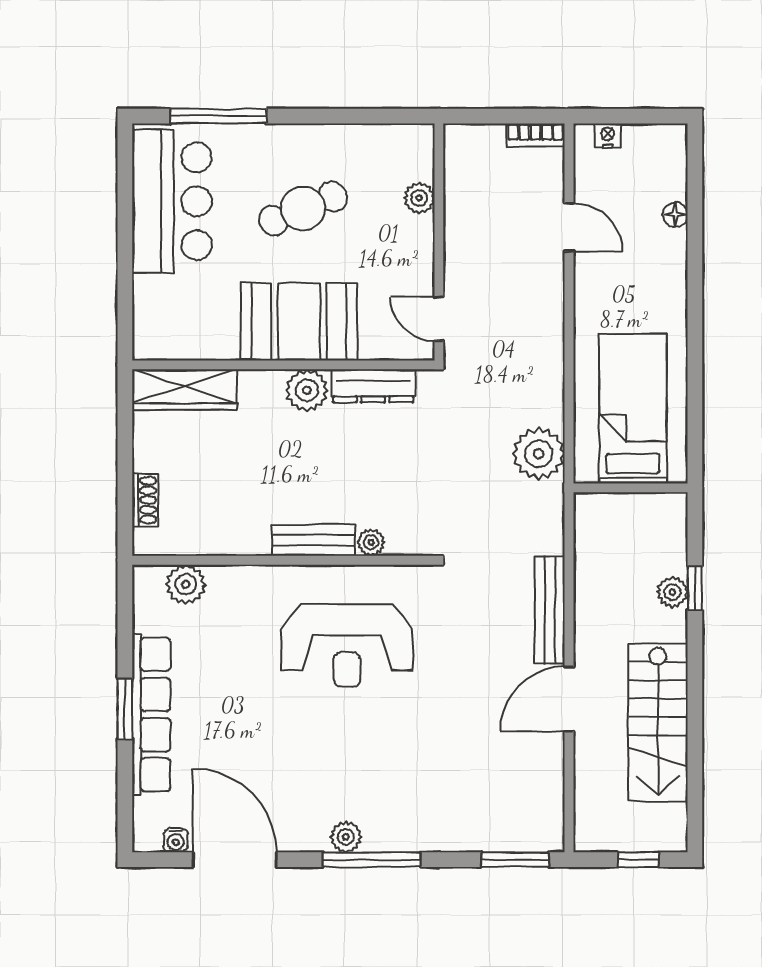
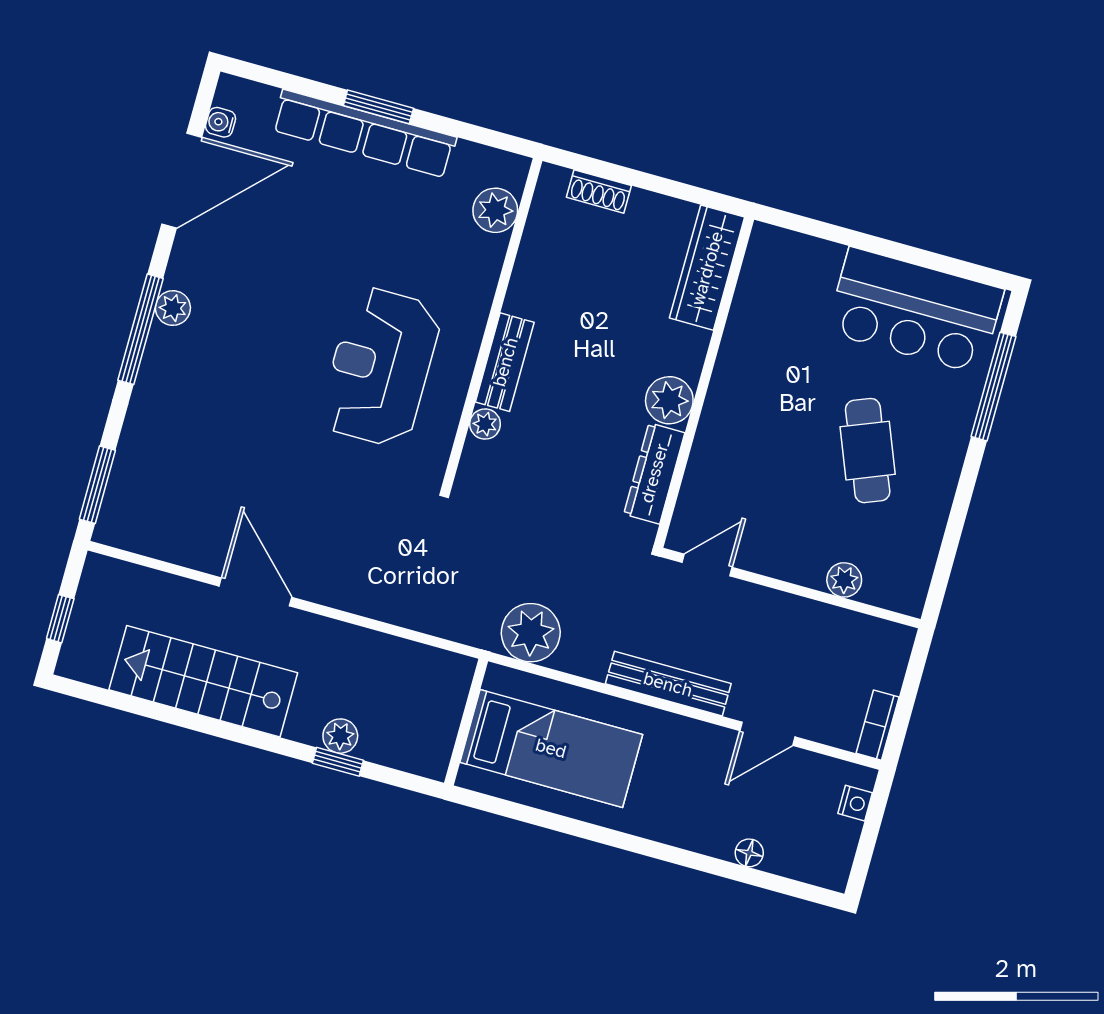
booth: (299, 322) -> (746, 412), removed
bench: (550, 610) -> (668, 684), moved

